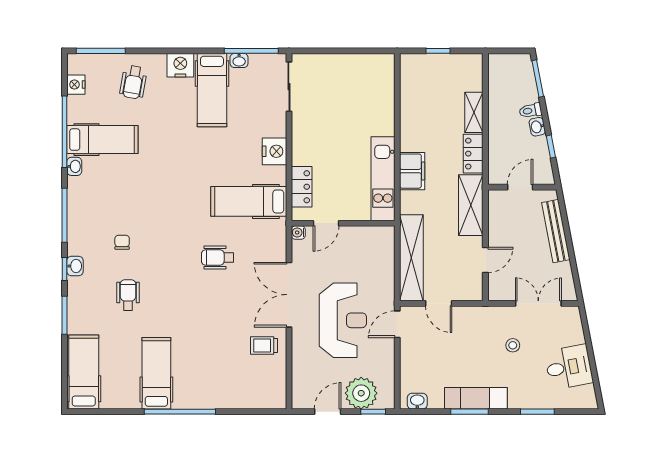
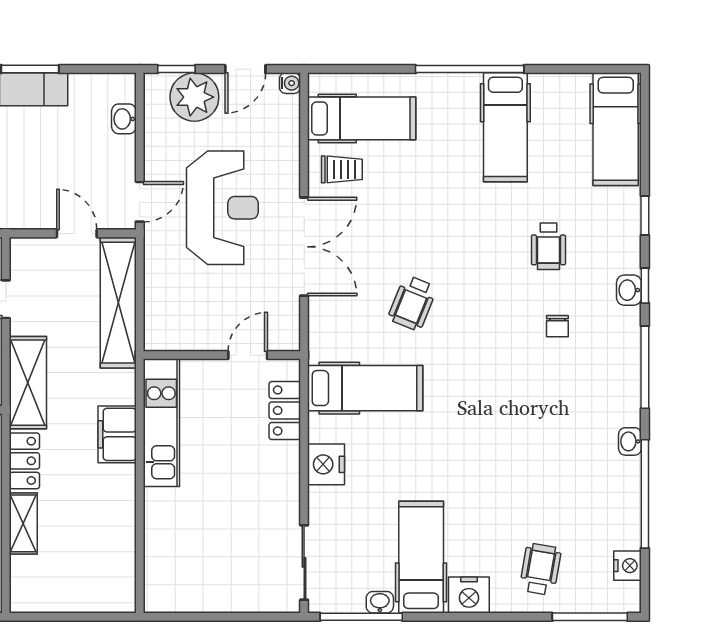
window: (438, 51) -> (78, 617), removed
hospital bed: (102, 140) -> (362, 118), moved, turned 180
water cooler: (298, 232) -> (290, 83), moved
wheelchair: (218, 258) -> (412, 303), turned 112
window: (65, 315) -> (645, 215), width x0.67
reception desk: (343, 320) -> (222, 208), turned 180
washbasin: (417, 401) -> (124, 119), moved, turned 90

